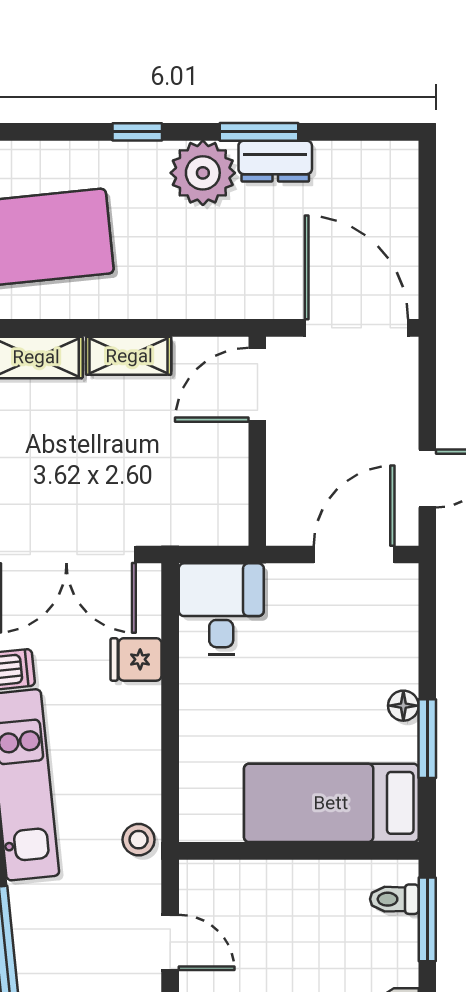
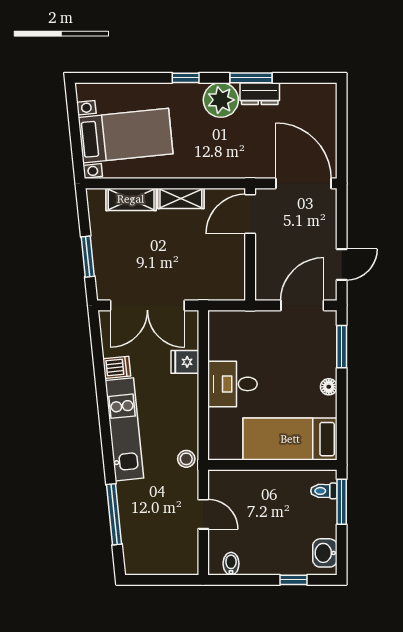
desk: (221, 609) -> (232, 384), moved, turned -90
window: (427, 739) -> (342, 347), moved

